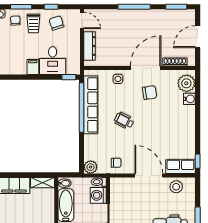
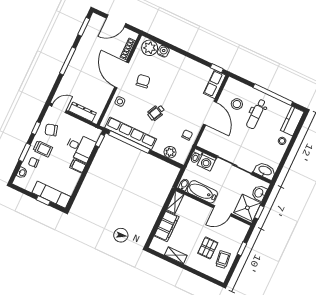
door: (198, 37) -> (116, 21), hinge flipped
plant: (90, 167) -> (170, 152), moved
door: (149, 175) -> (210, 113), swing flipped
stool: (176, 187) -> (237, 104), moved

